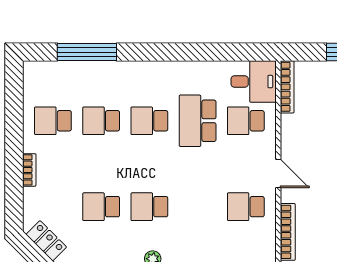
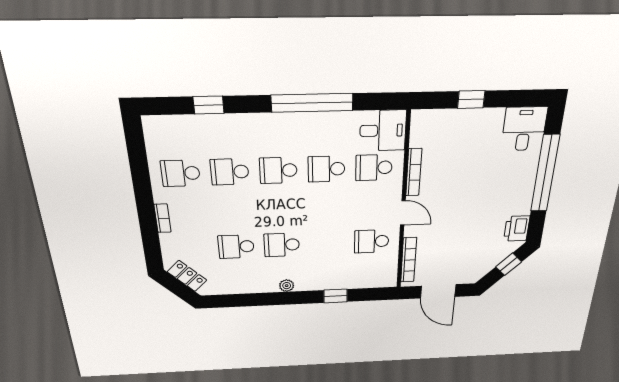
window: (87, 52) -> (209, 105), width x0.46
window: (184, 52) -> (312, 103), added
bookcase: (287, 87) -> (414, 172), moved
school desk: (198, 121) -> (326, 169), width x0.54

